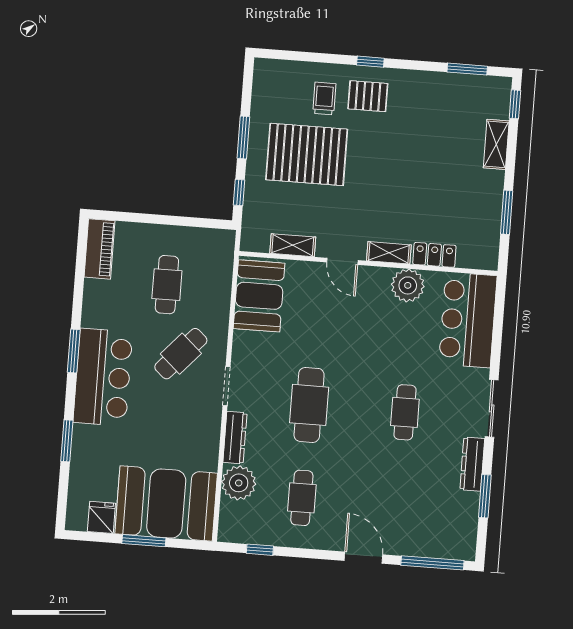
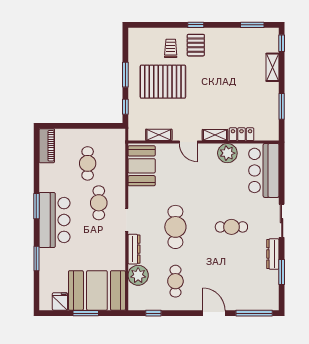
pallet: (368, 96) -> (196, 45), turned 90
cafe table: (181, 354) -> (99, 203), turned -42
cafe table: (405, 412) -> (231, 227), turned 90

